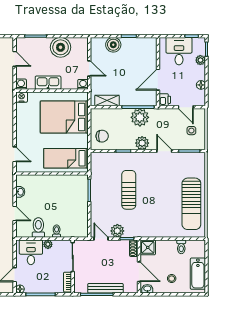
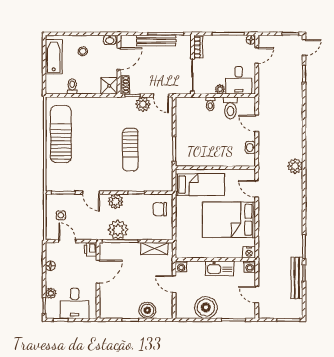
bed: (64, 117) -> (229, 220), moved, turned 180
door: (139, 272) -> (119, 59), swing flipped

